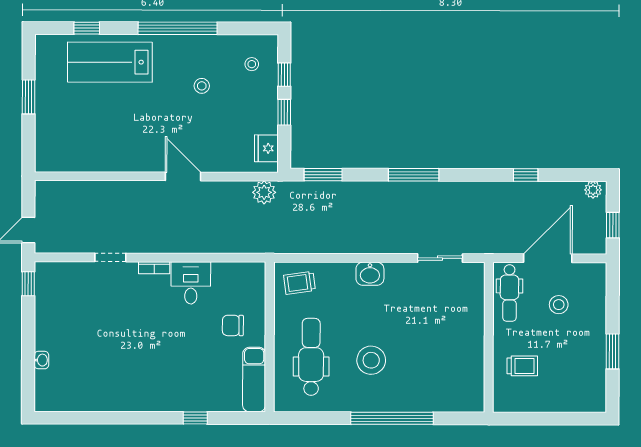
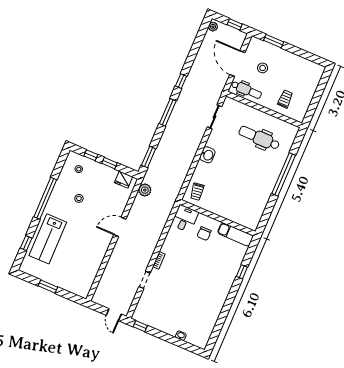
window: (526, 175) -> (181, 81), moved
desk: (191, 283) -> (185, 219), moved, turned 90
window: (613, 351) -> (274, 41), moved
dental chair: (311, 357) -> (259, 138), moved
stool: (371, 360) -> (251, 172), removed

